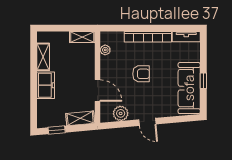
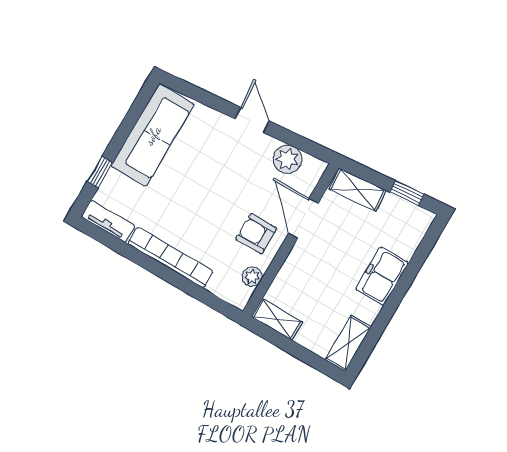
shelving: (43, 57) -> (348, 343), moved
armchair: (141, 74) -> (256, 234), moved
window: (203, 81) -> (100, 172), moved

